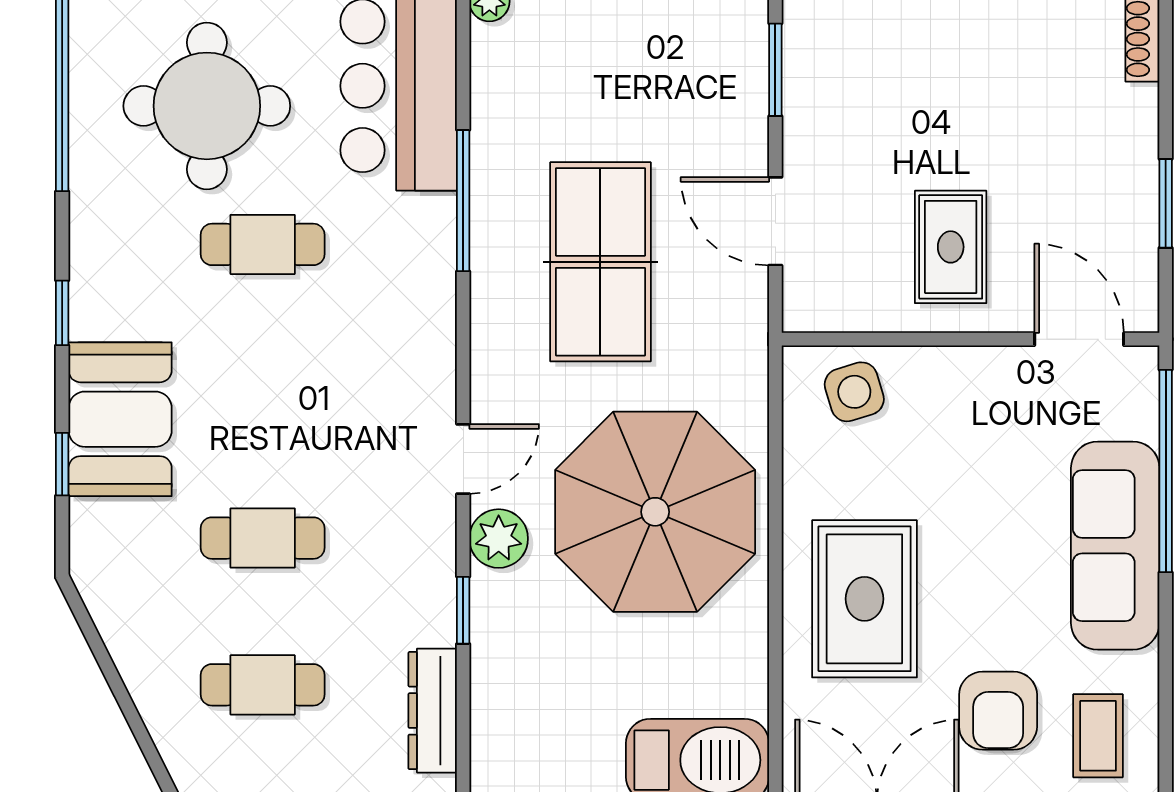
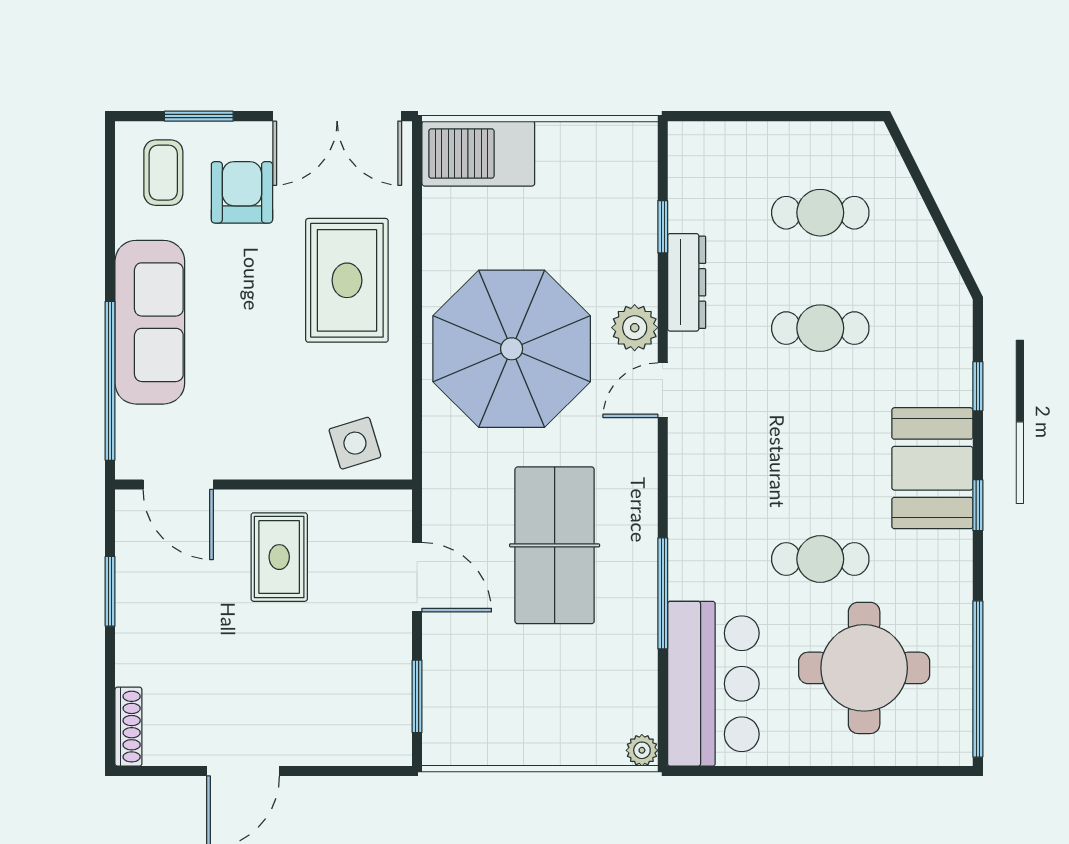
booth: (120, 419) -> (932, 468), moved
window: (463, 610) -> (663, 227), moved
dresser: (433, 711) -> (687, 282), moved

